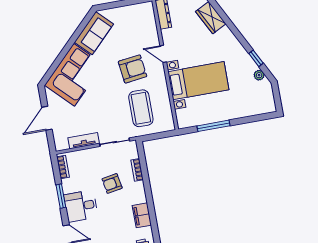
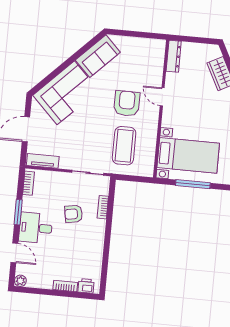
armchair: (133, 69) -> (127, 103), turned -83
bed with nightstands: (198, 81) -> (188, 155), moved
tv unit: (84, 141) -> (43, 161), moved
filing cabinet: (142, 215) -> (95, 255), removed

